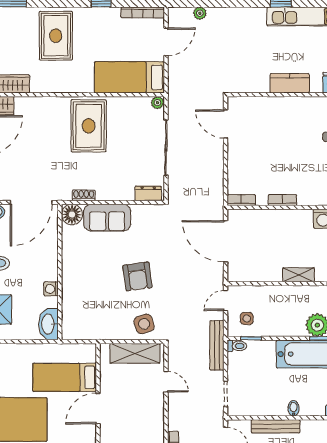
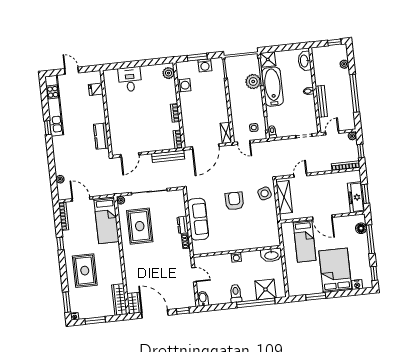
rug: (56, 36) -> (85, 271), turned 90
kitchen counter: (290, 83) -> (101, 136), moved
rug: (89, 126) -> (140, 226), moved, turned 90
dresser: (148, 193) -> (183, 225), moved
door: (31, 202) -> (194, 275), width x0.53
floor lamp: (72, 214) -> (199, 248), removed
sofa: (107, 218) -> (198, 219), width x1.36
shelving: (298, 275) -> (226, 133), moved
armchair: (138, 276) -> (234, 201), turned -82
washing machine: (51, 289) -> (236, 257), moved
bench: (217, 345) -> (168, 156), moved

